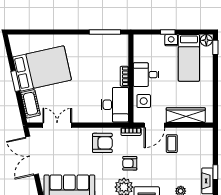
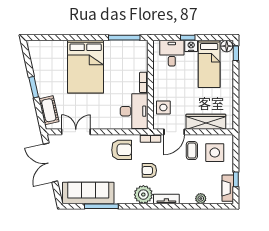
bed: (42, 68) -> (86, 67), moved, turned 103
desk: (146, 75) -> (172, 53), moved, turned 90
side table: (194, 146) -> (215, 153), added

